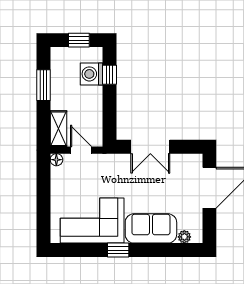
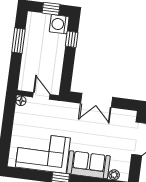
washing machine: (92, 74) -> (59, 24), moved
shelving: (58, 129) -> (26, 77), removed

